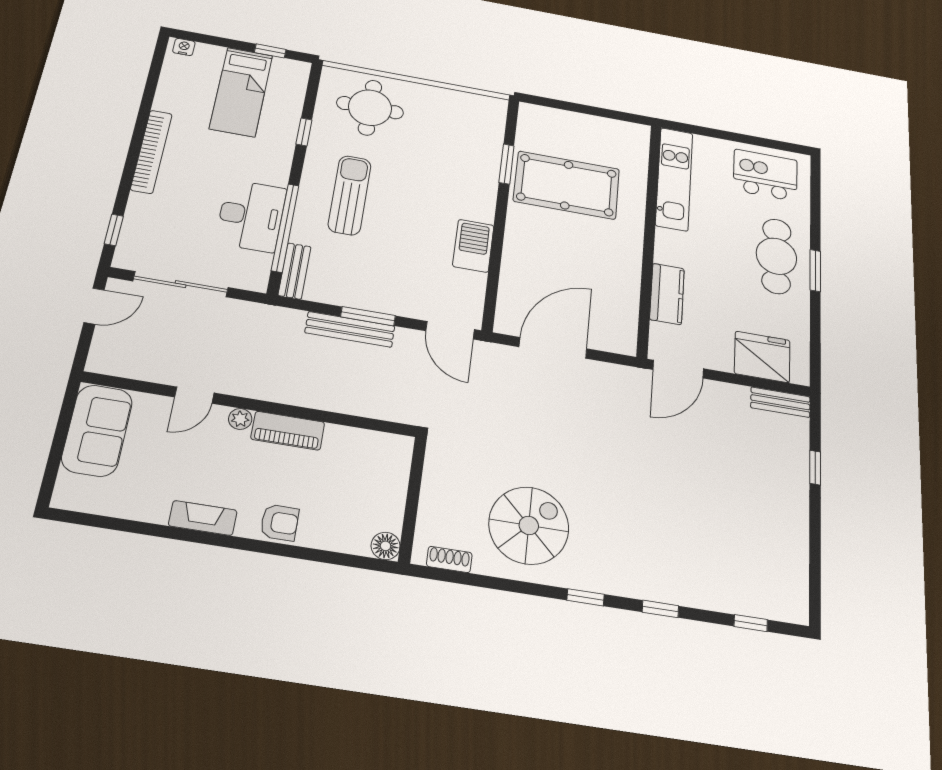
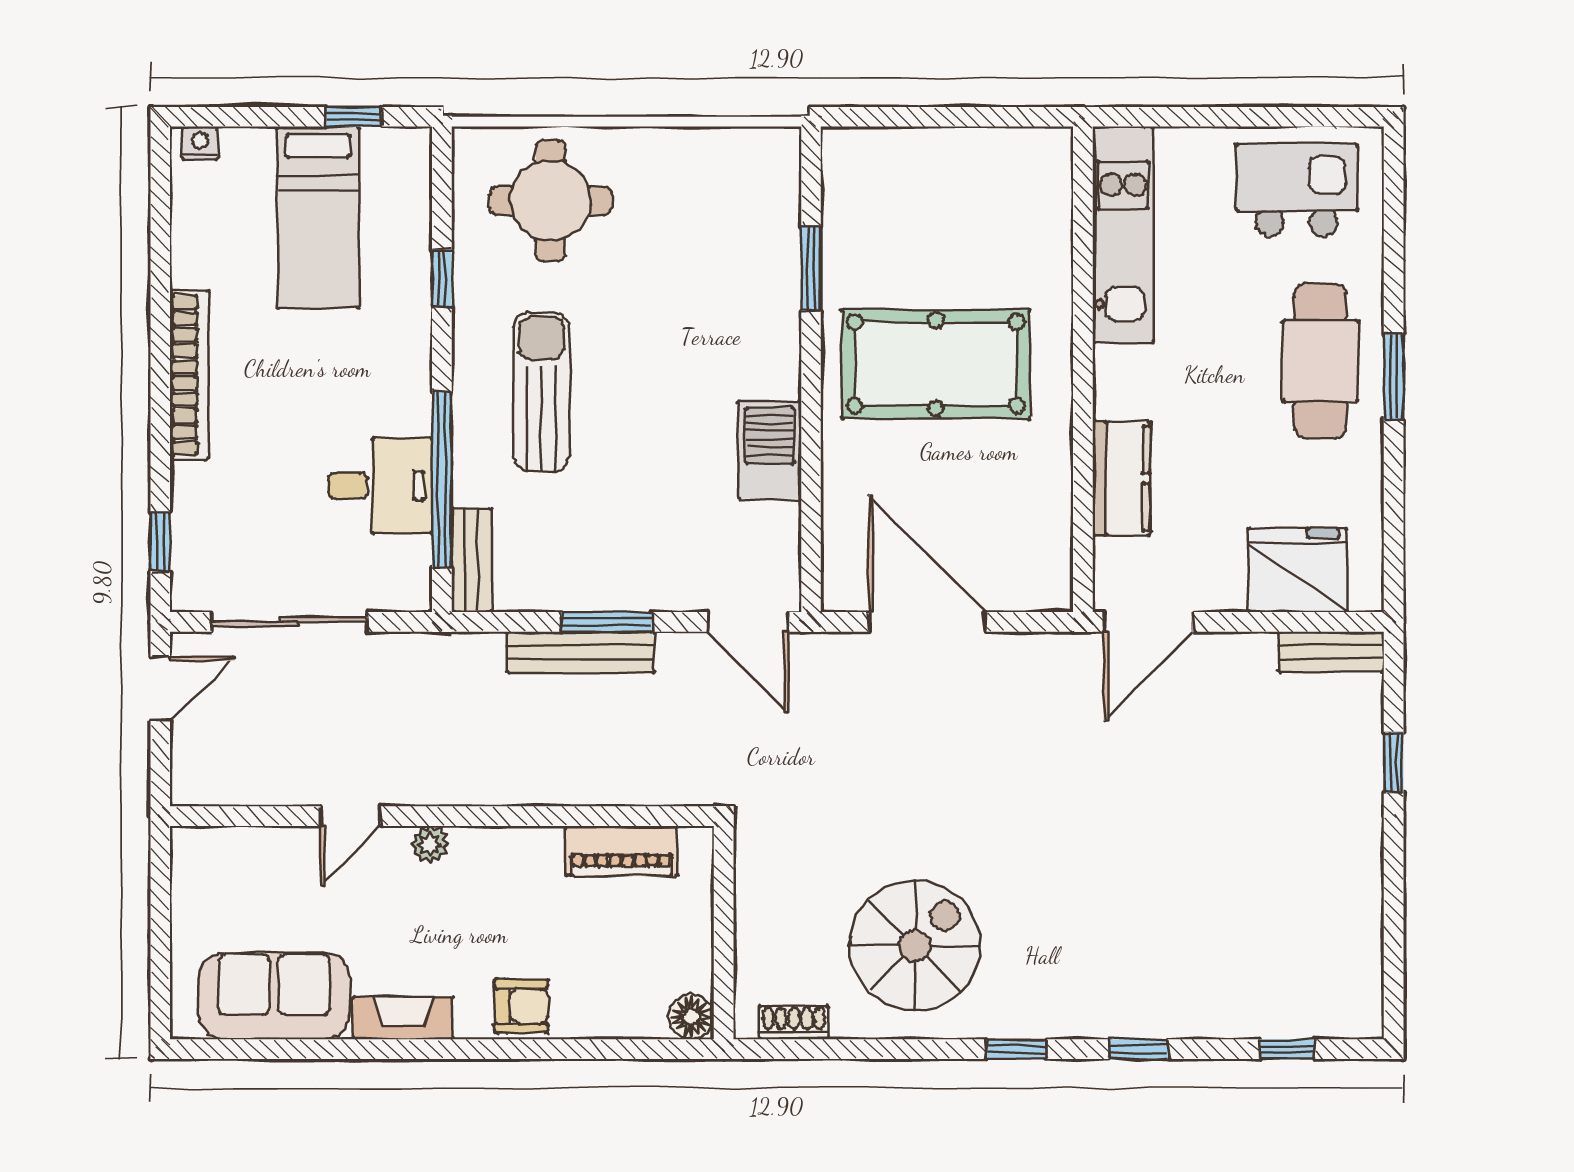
pool table: (567, 185) -> (936, 364), moved
desk: (251, 216) -> (380, 486), width x0.73
door: (553, 348) -> (927, 622), hinge flipped
sofa: (97, 430) -> (274, 996), moved, turned -90
piano: (288, 431) -> (621, 851), moved

